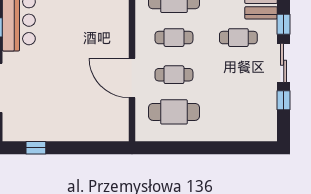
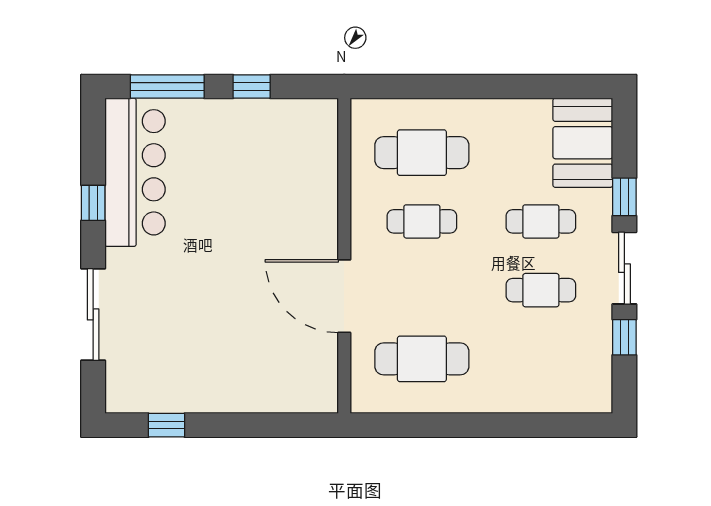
cafe table: (174, 75) -> (541, 290), moved

